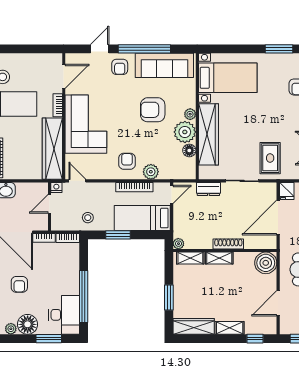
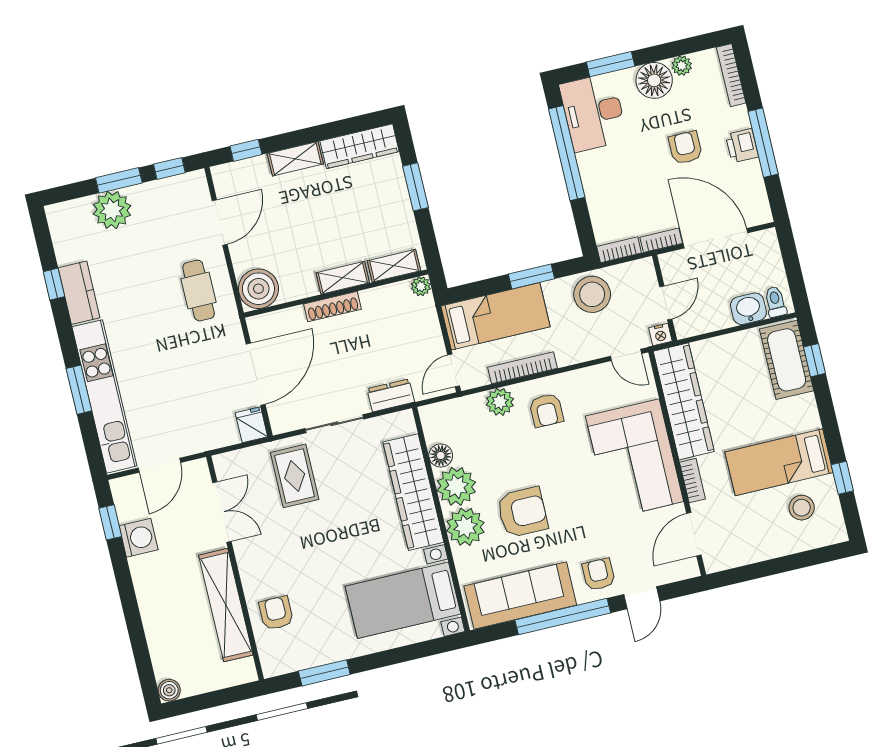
plant: (190, 114) -> (465, 527), width x1.87, depth x1.87
stool: (88, 218) -> (592, 294), width x1.89, depth x1.89

